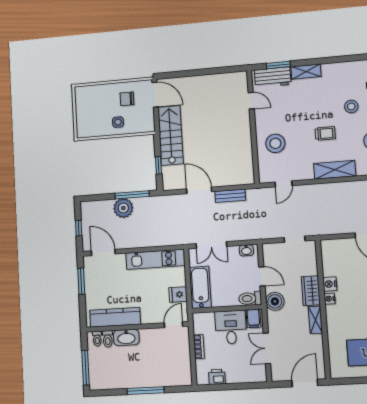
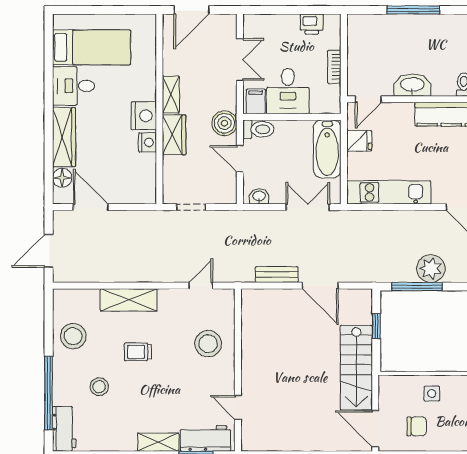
nightstand: (329, 299) -> (144, 116), width x1.89, depth x1.79
washbasin: (126, 337) -> (412, 85), moved

